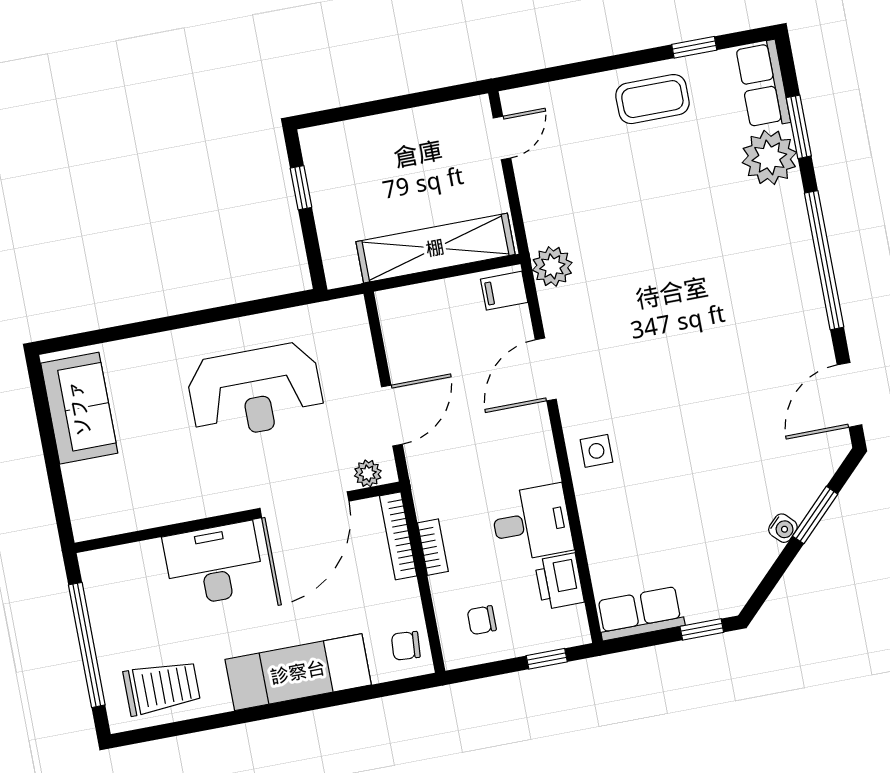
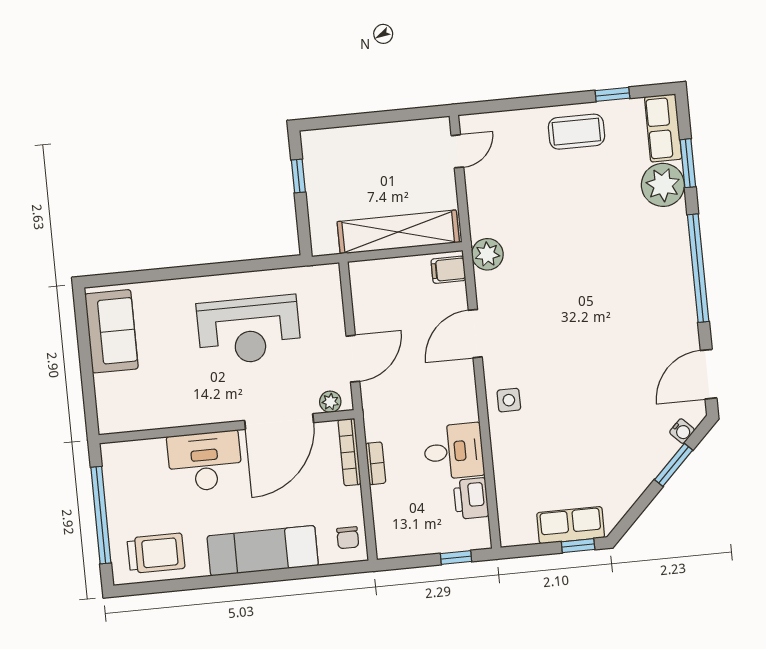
water cooler: (783, 528) -> (682, 431), moved
row of seats: (640, 613) -> (571, 525), moved
chair: (482, 620) -> (408, 523), removed
chair: (406, 646) -> (348, 538), turned -94

